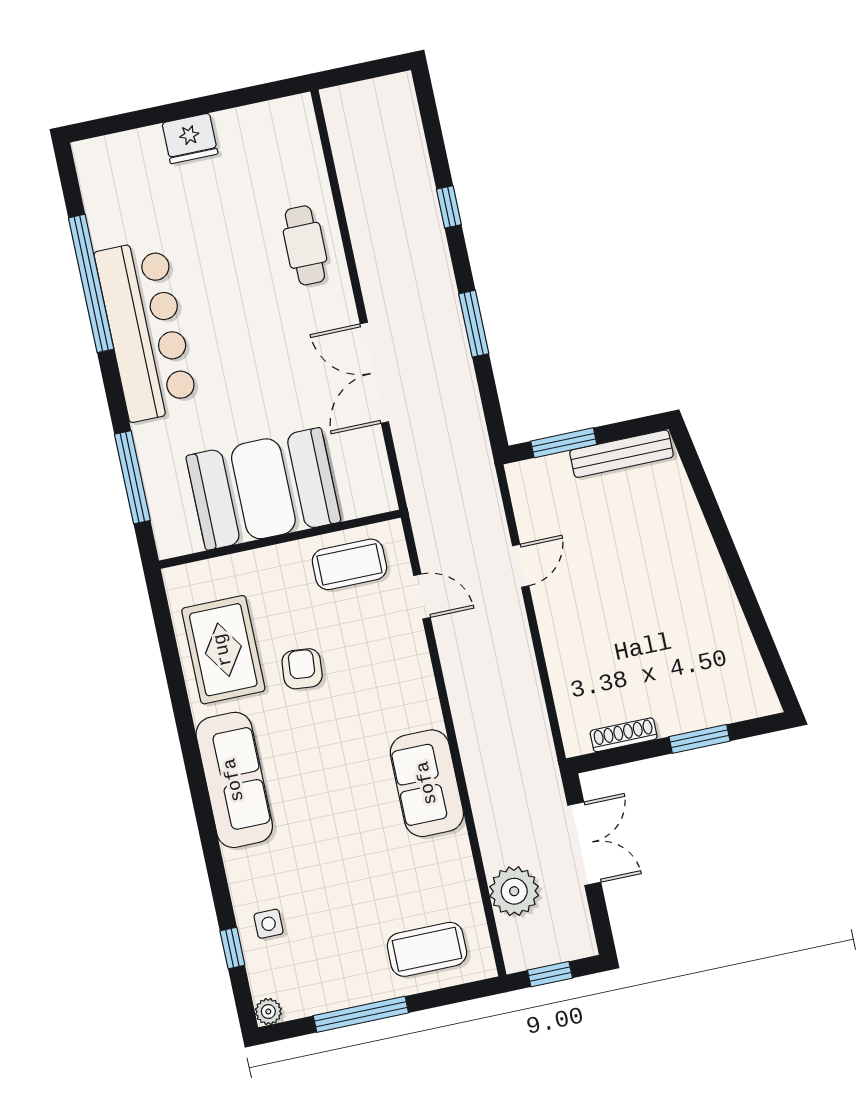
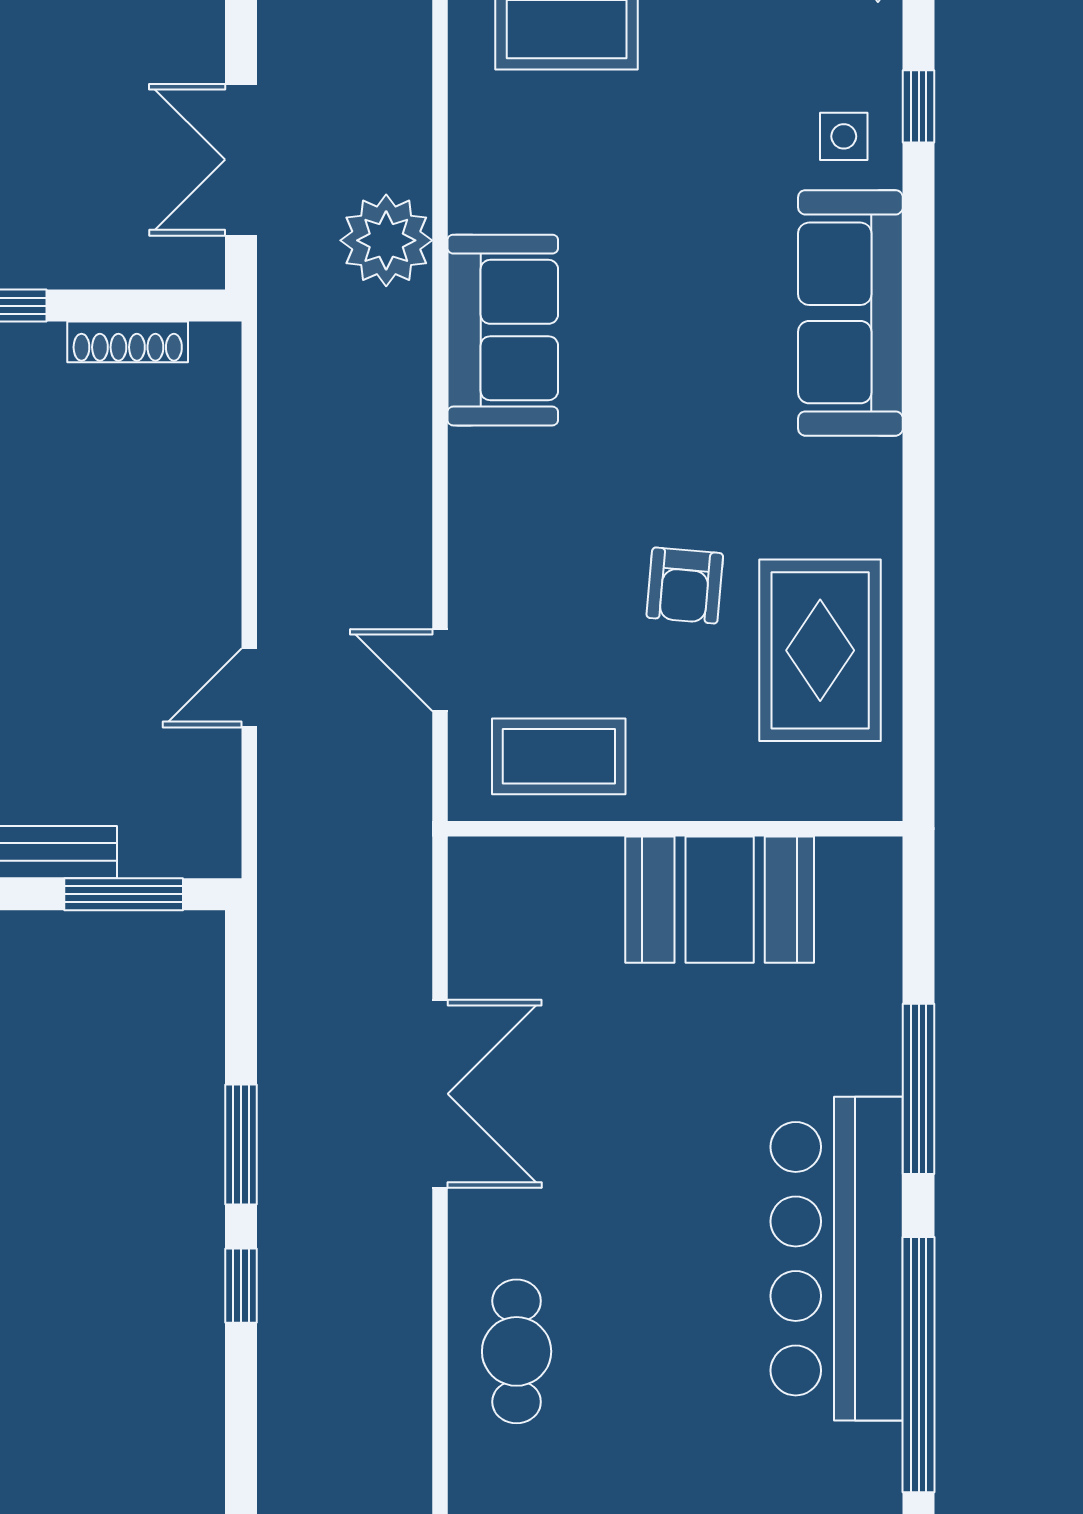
window: (449, 207) -> (241, 1286), moved
window: (132, 477) -> (919, 1089), moved
booth: (263, 489) -> (720, 900), width x0.73, depth x0.70
sofa: (234, 780) -> (850, 313), moved
plant: (514, 891) -> (386, 240), moved

